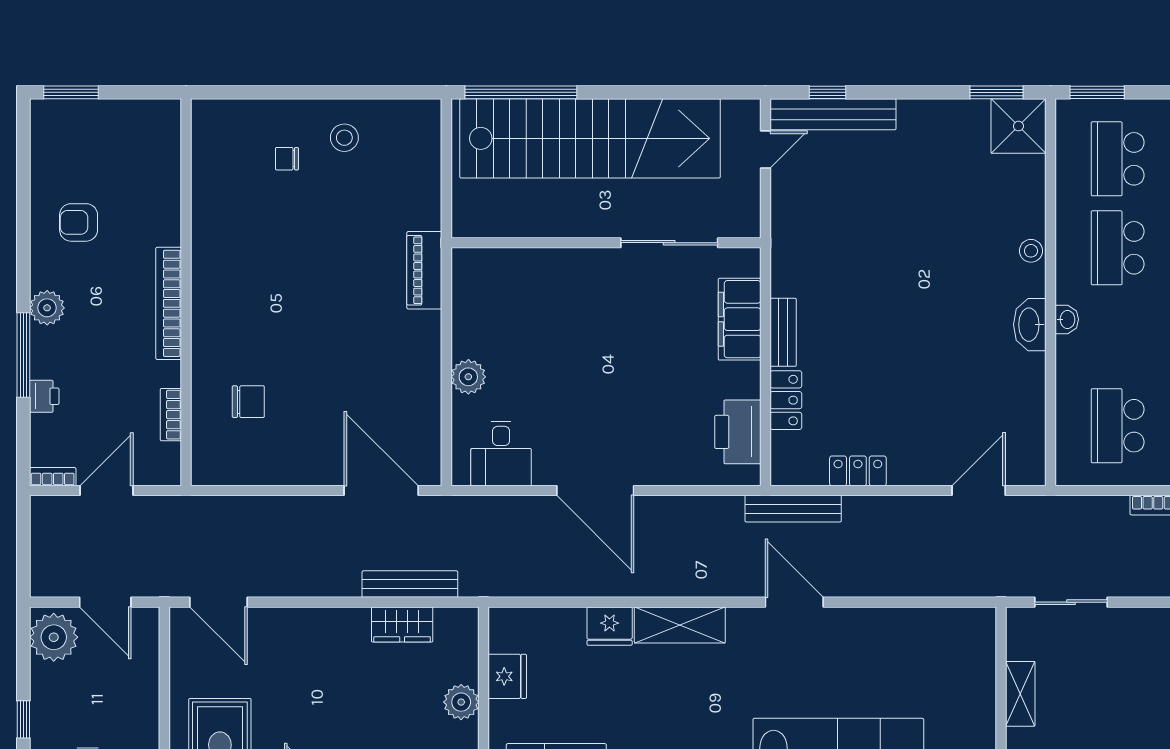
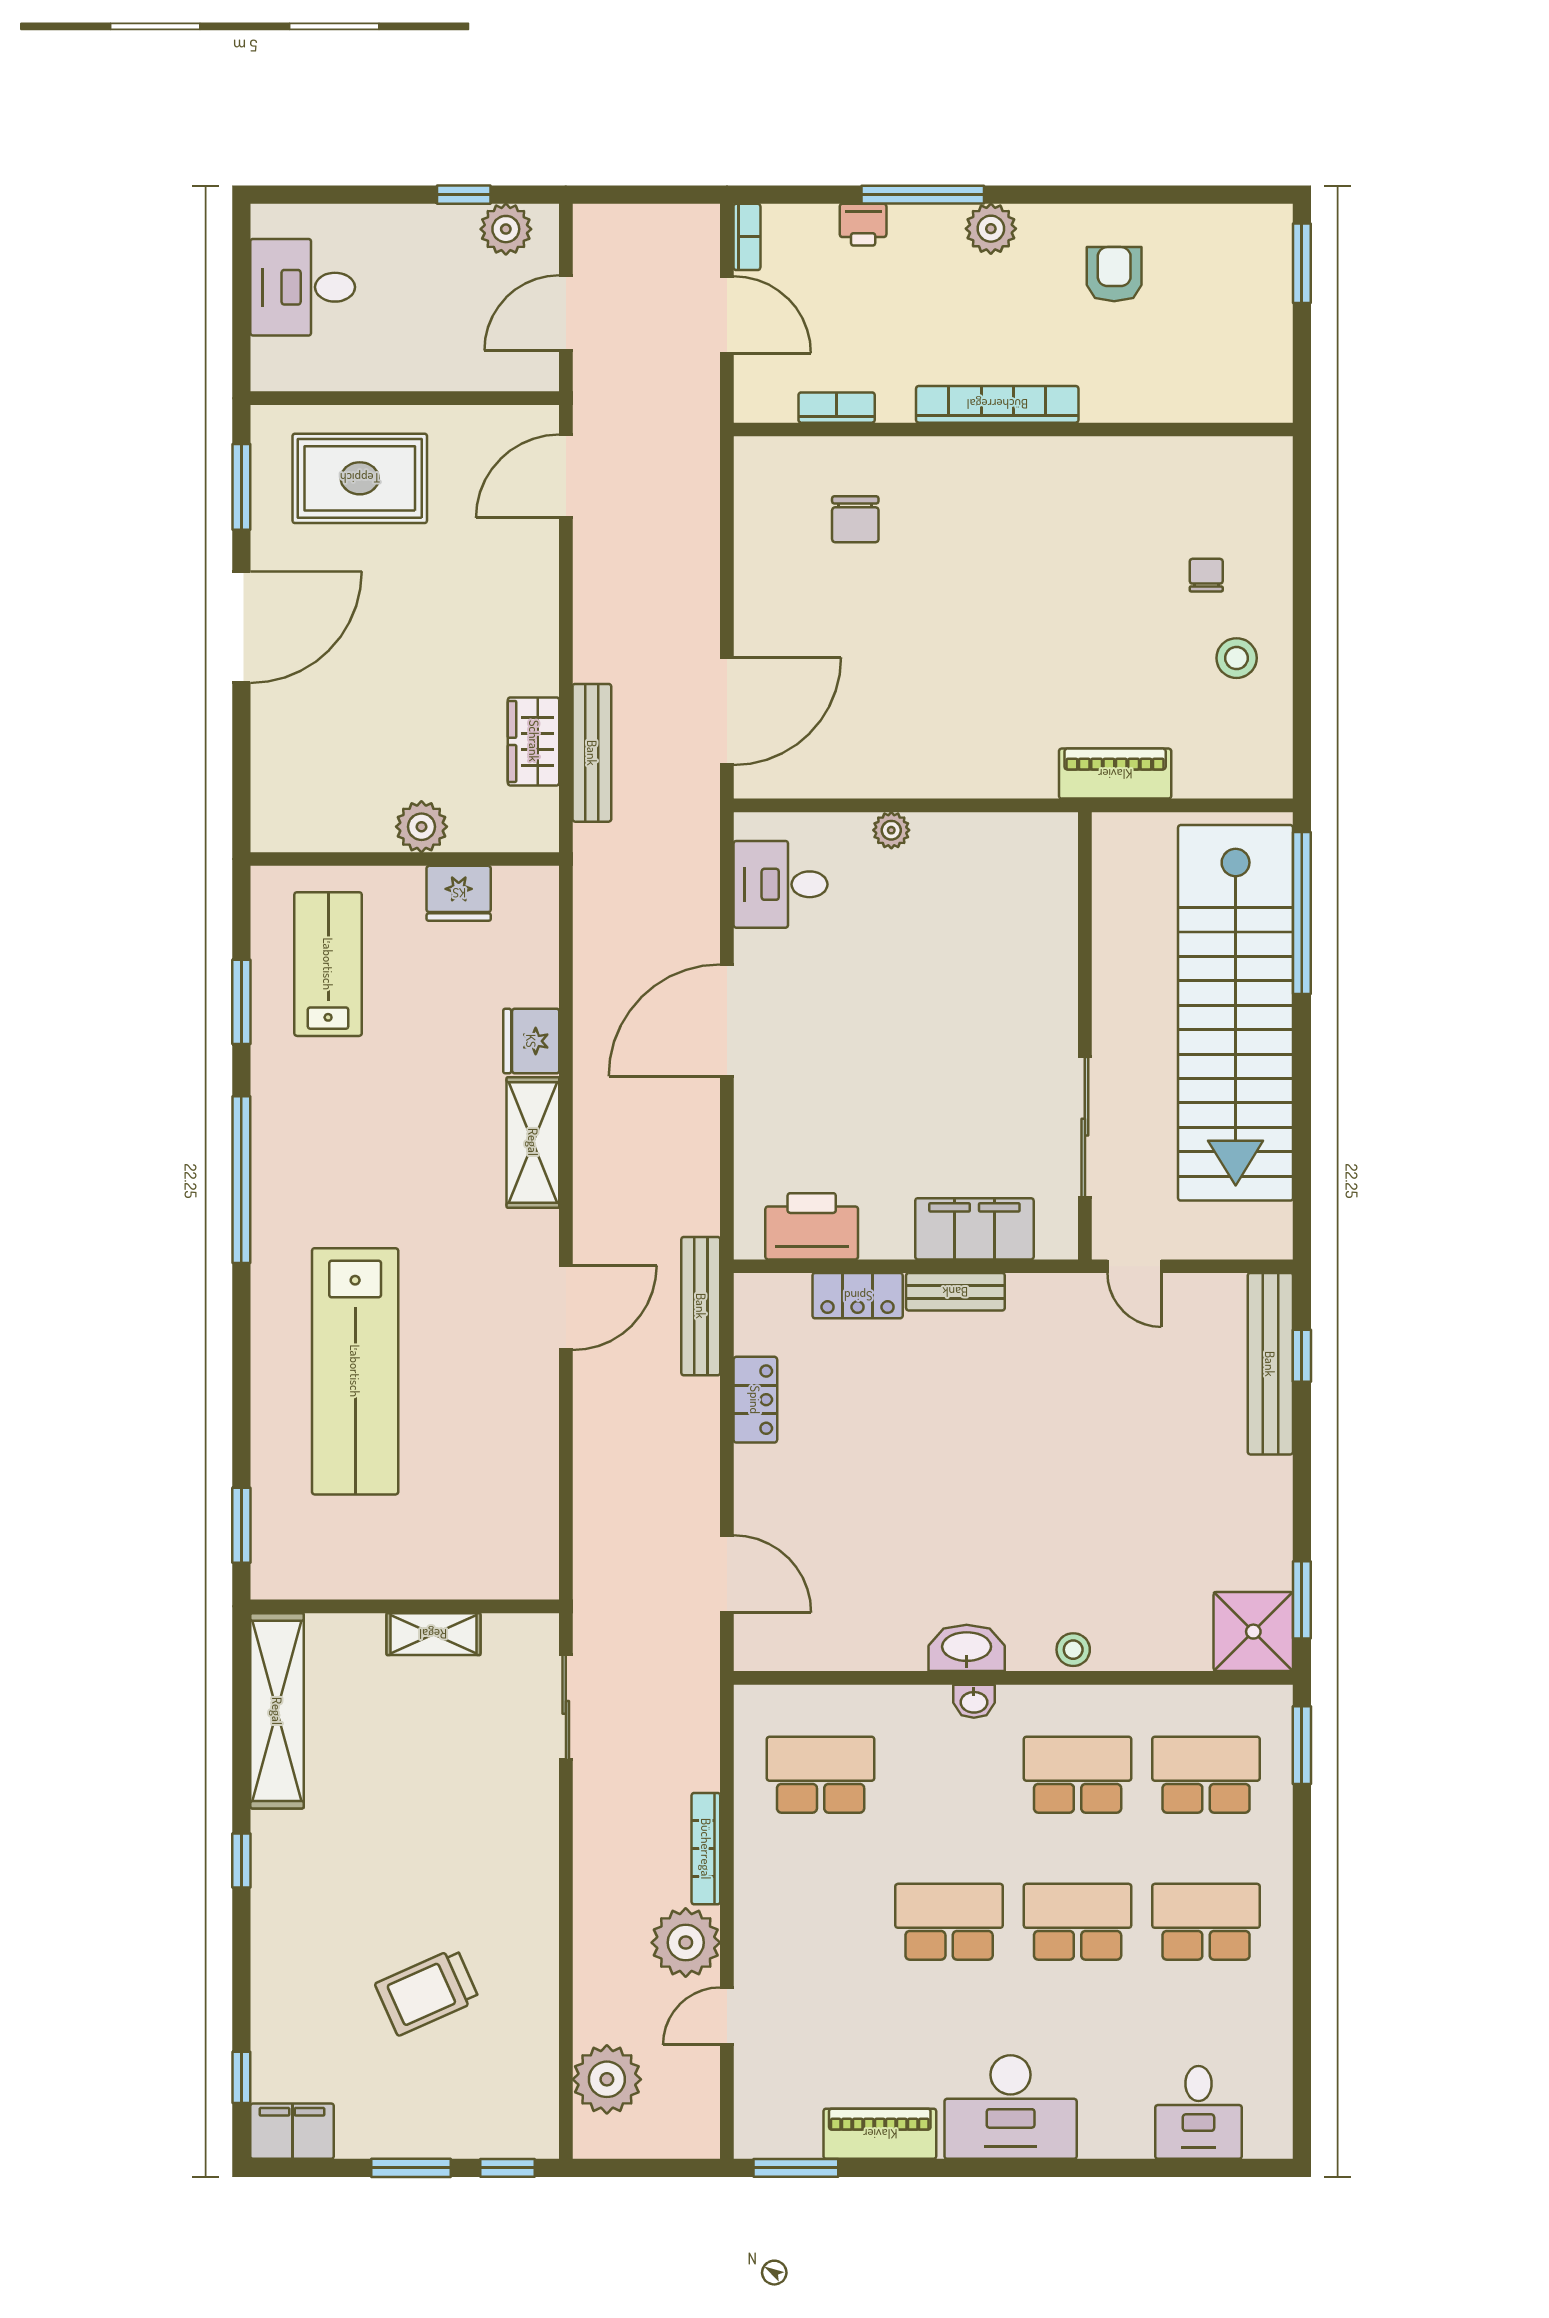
door: (766, 149) -> (1134, 1266), moved
piano: (424, 270) -> (1115, 774), moved
plant: (468, 377) -> (891, 830), width x0.73, depth x0.73
plant: (54, 637) -> (506, 229), width x0.73, depth x0.73
window: (23, 719) -> (464, 195), moved

